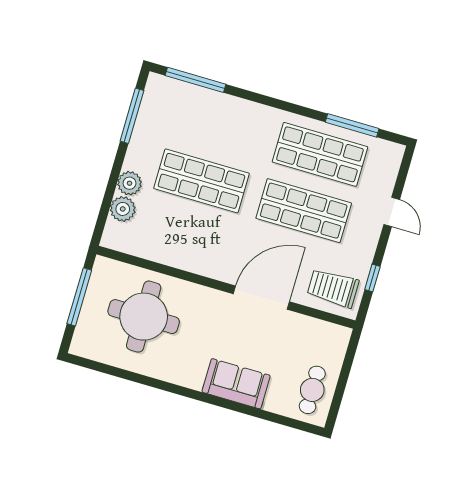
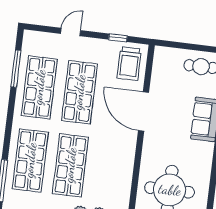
shop shelf: (218, 125) -> (30, 160), added

